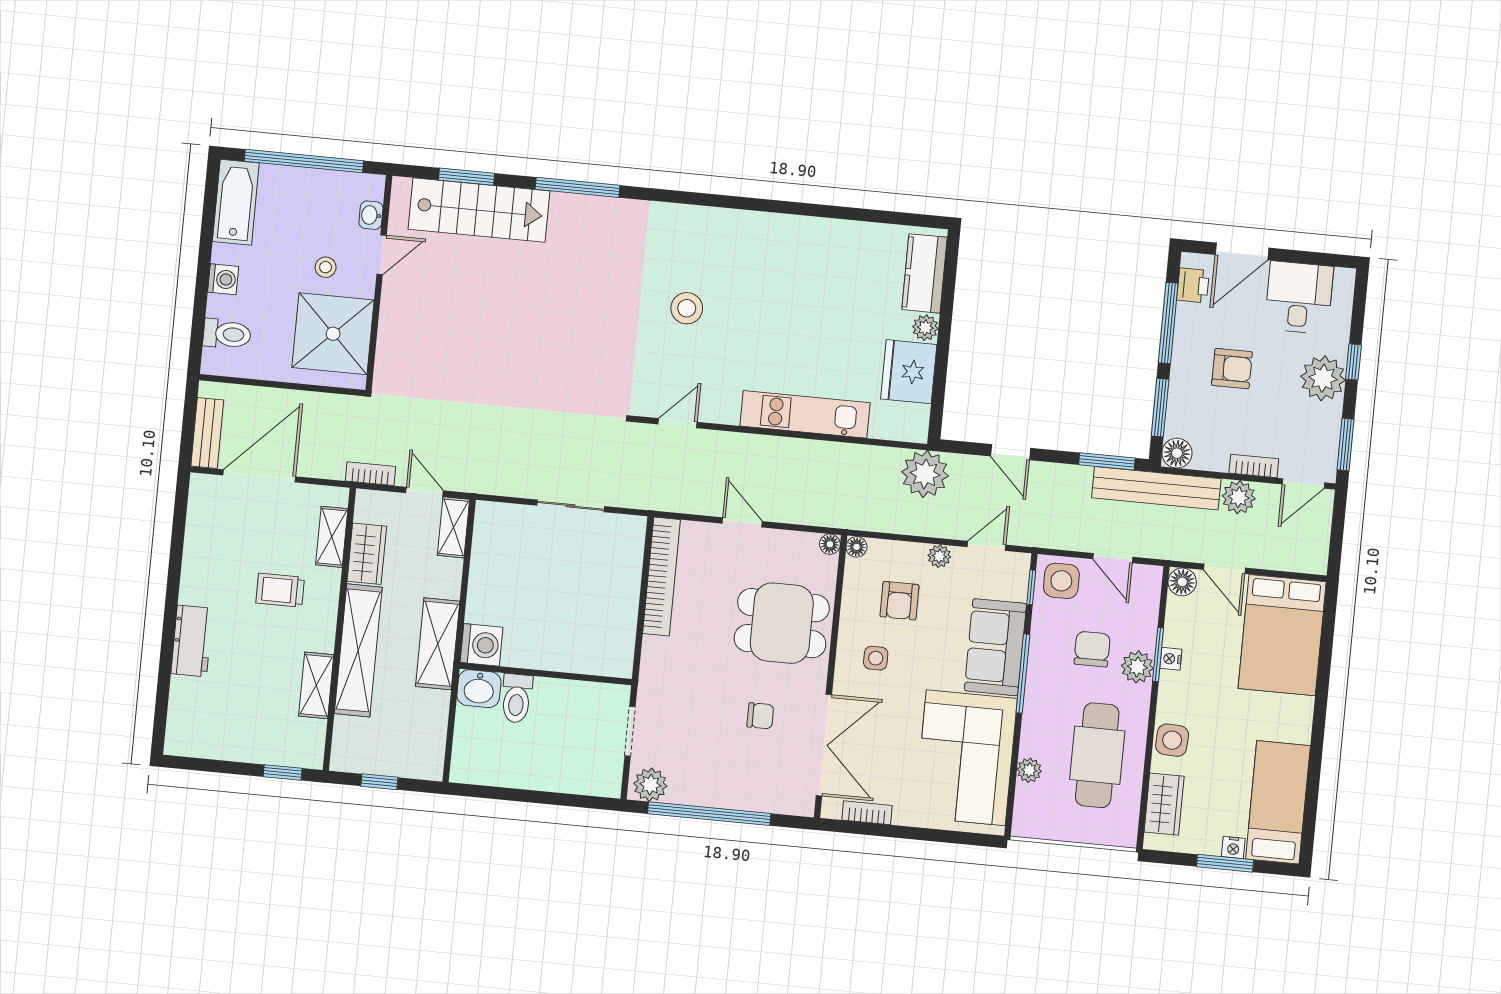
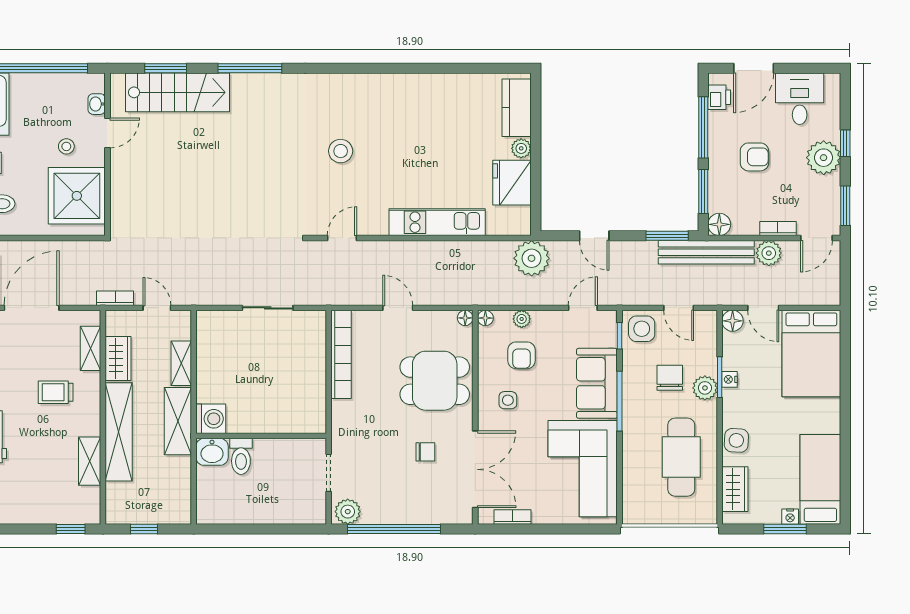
shelving: (454, 527) -> (181, 363), moved
plant: (939, 556) -> (522, 319), moved
plant: (1029, 770) -> (631, 473), removed

